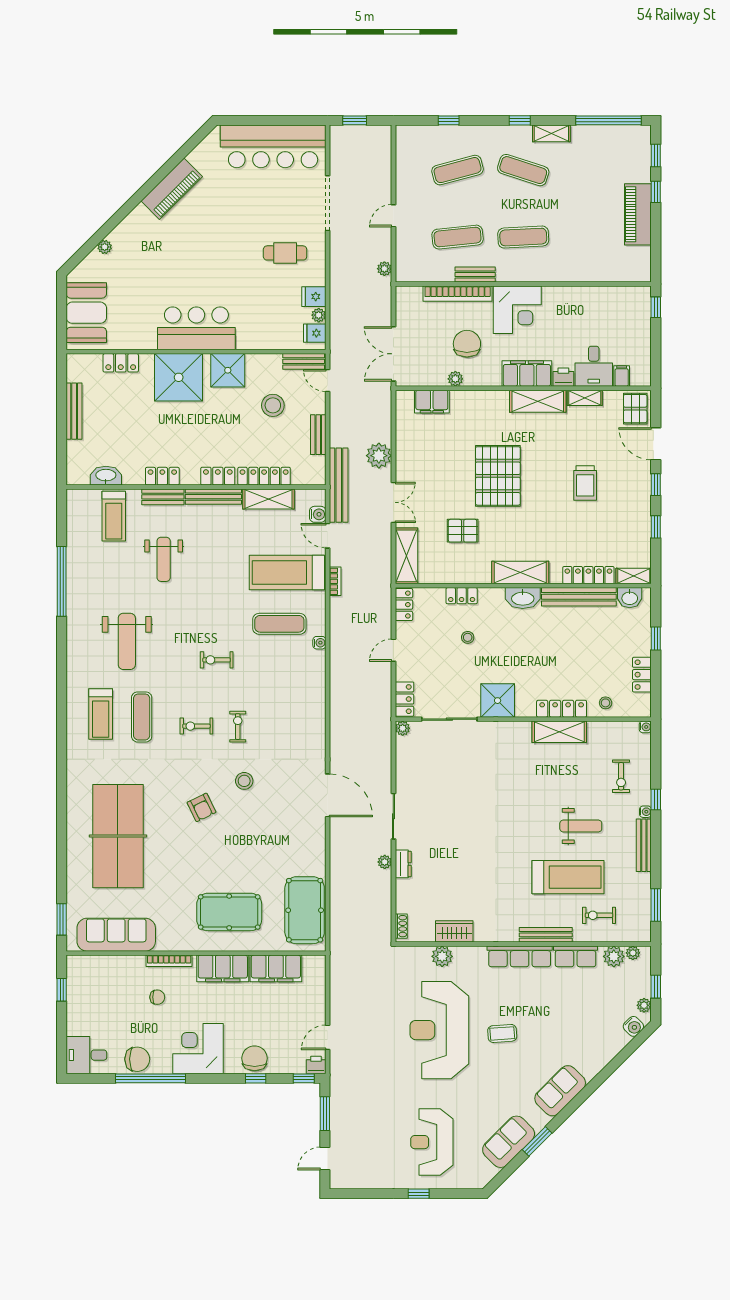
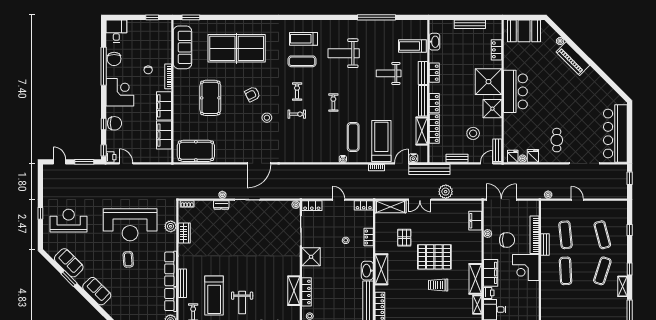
piano: (172, 189) -> (573, 59), moved
trolley: (585, 483) -> (438, 285), moved
pool table: (229, 912) -> (210, 98), moved
reception desk: (439, 1030) -> (130, 225), turned 180

